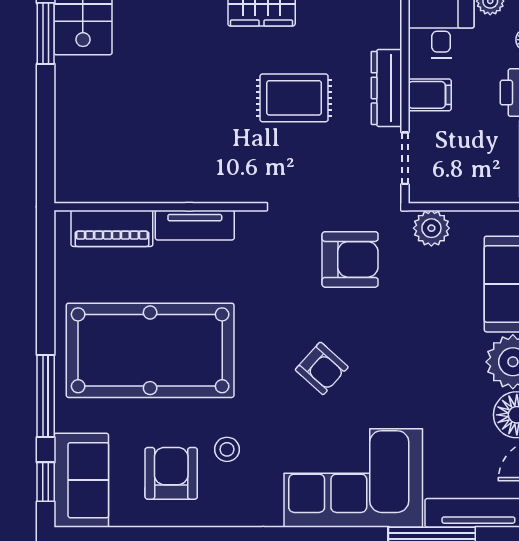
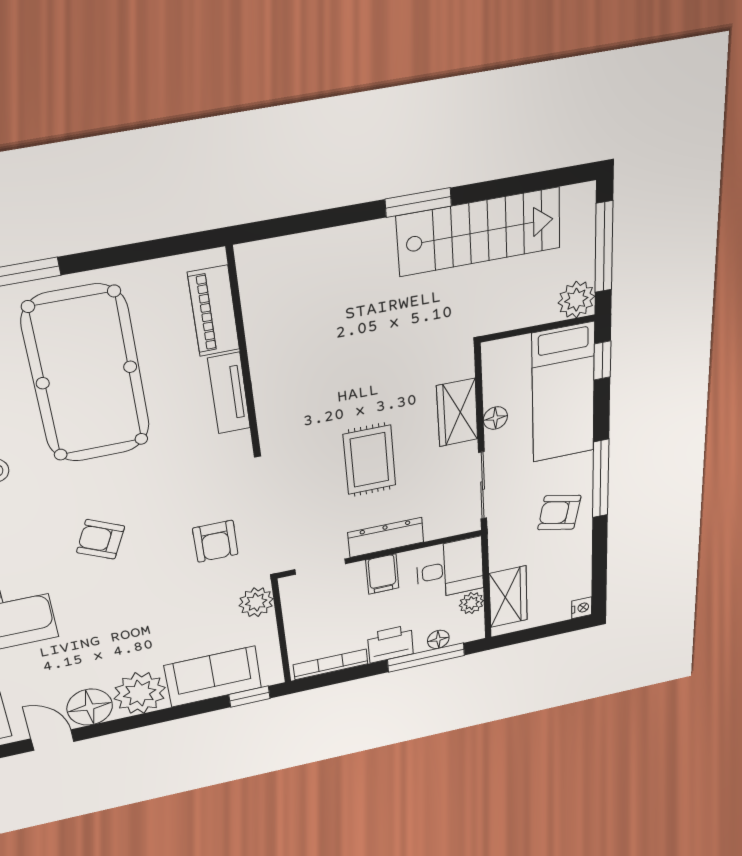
armchair: (350, 259) -> (215, 541), width x0.72, depth x0.72
armchair: (322, 368) -> (101, 539), turned 73

